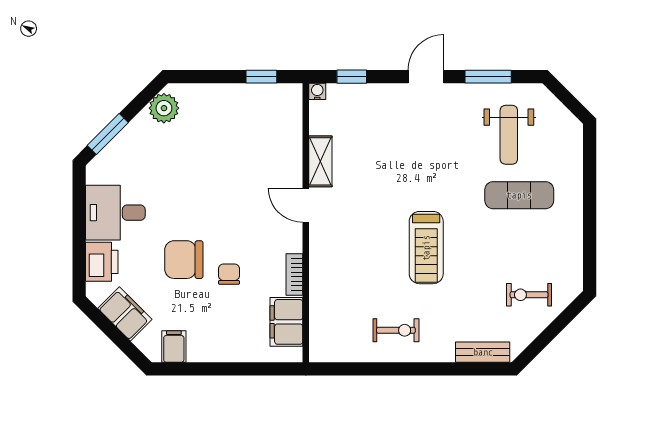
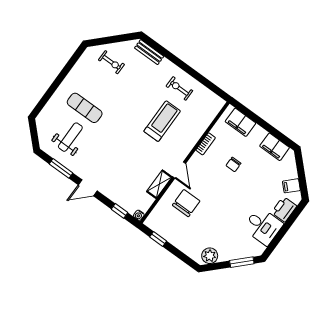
treadmill: (426, 248) -> (162, 121), moved
chair: (184, 260) -> (186, 203), moved, turned -90
filing cabinet: (125, 314) -> (291, 186), width x0.50
filing cabinet: (286, 322) -> (240, 122), moved, turned 90
filing cabinet: (174, 347) -> (275, 147), width x2.00

